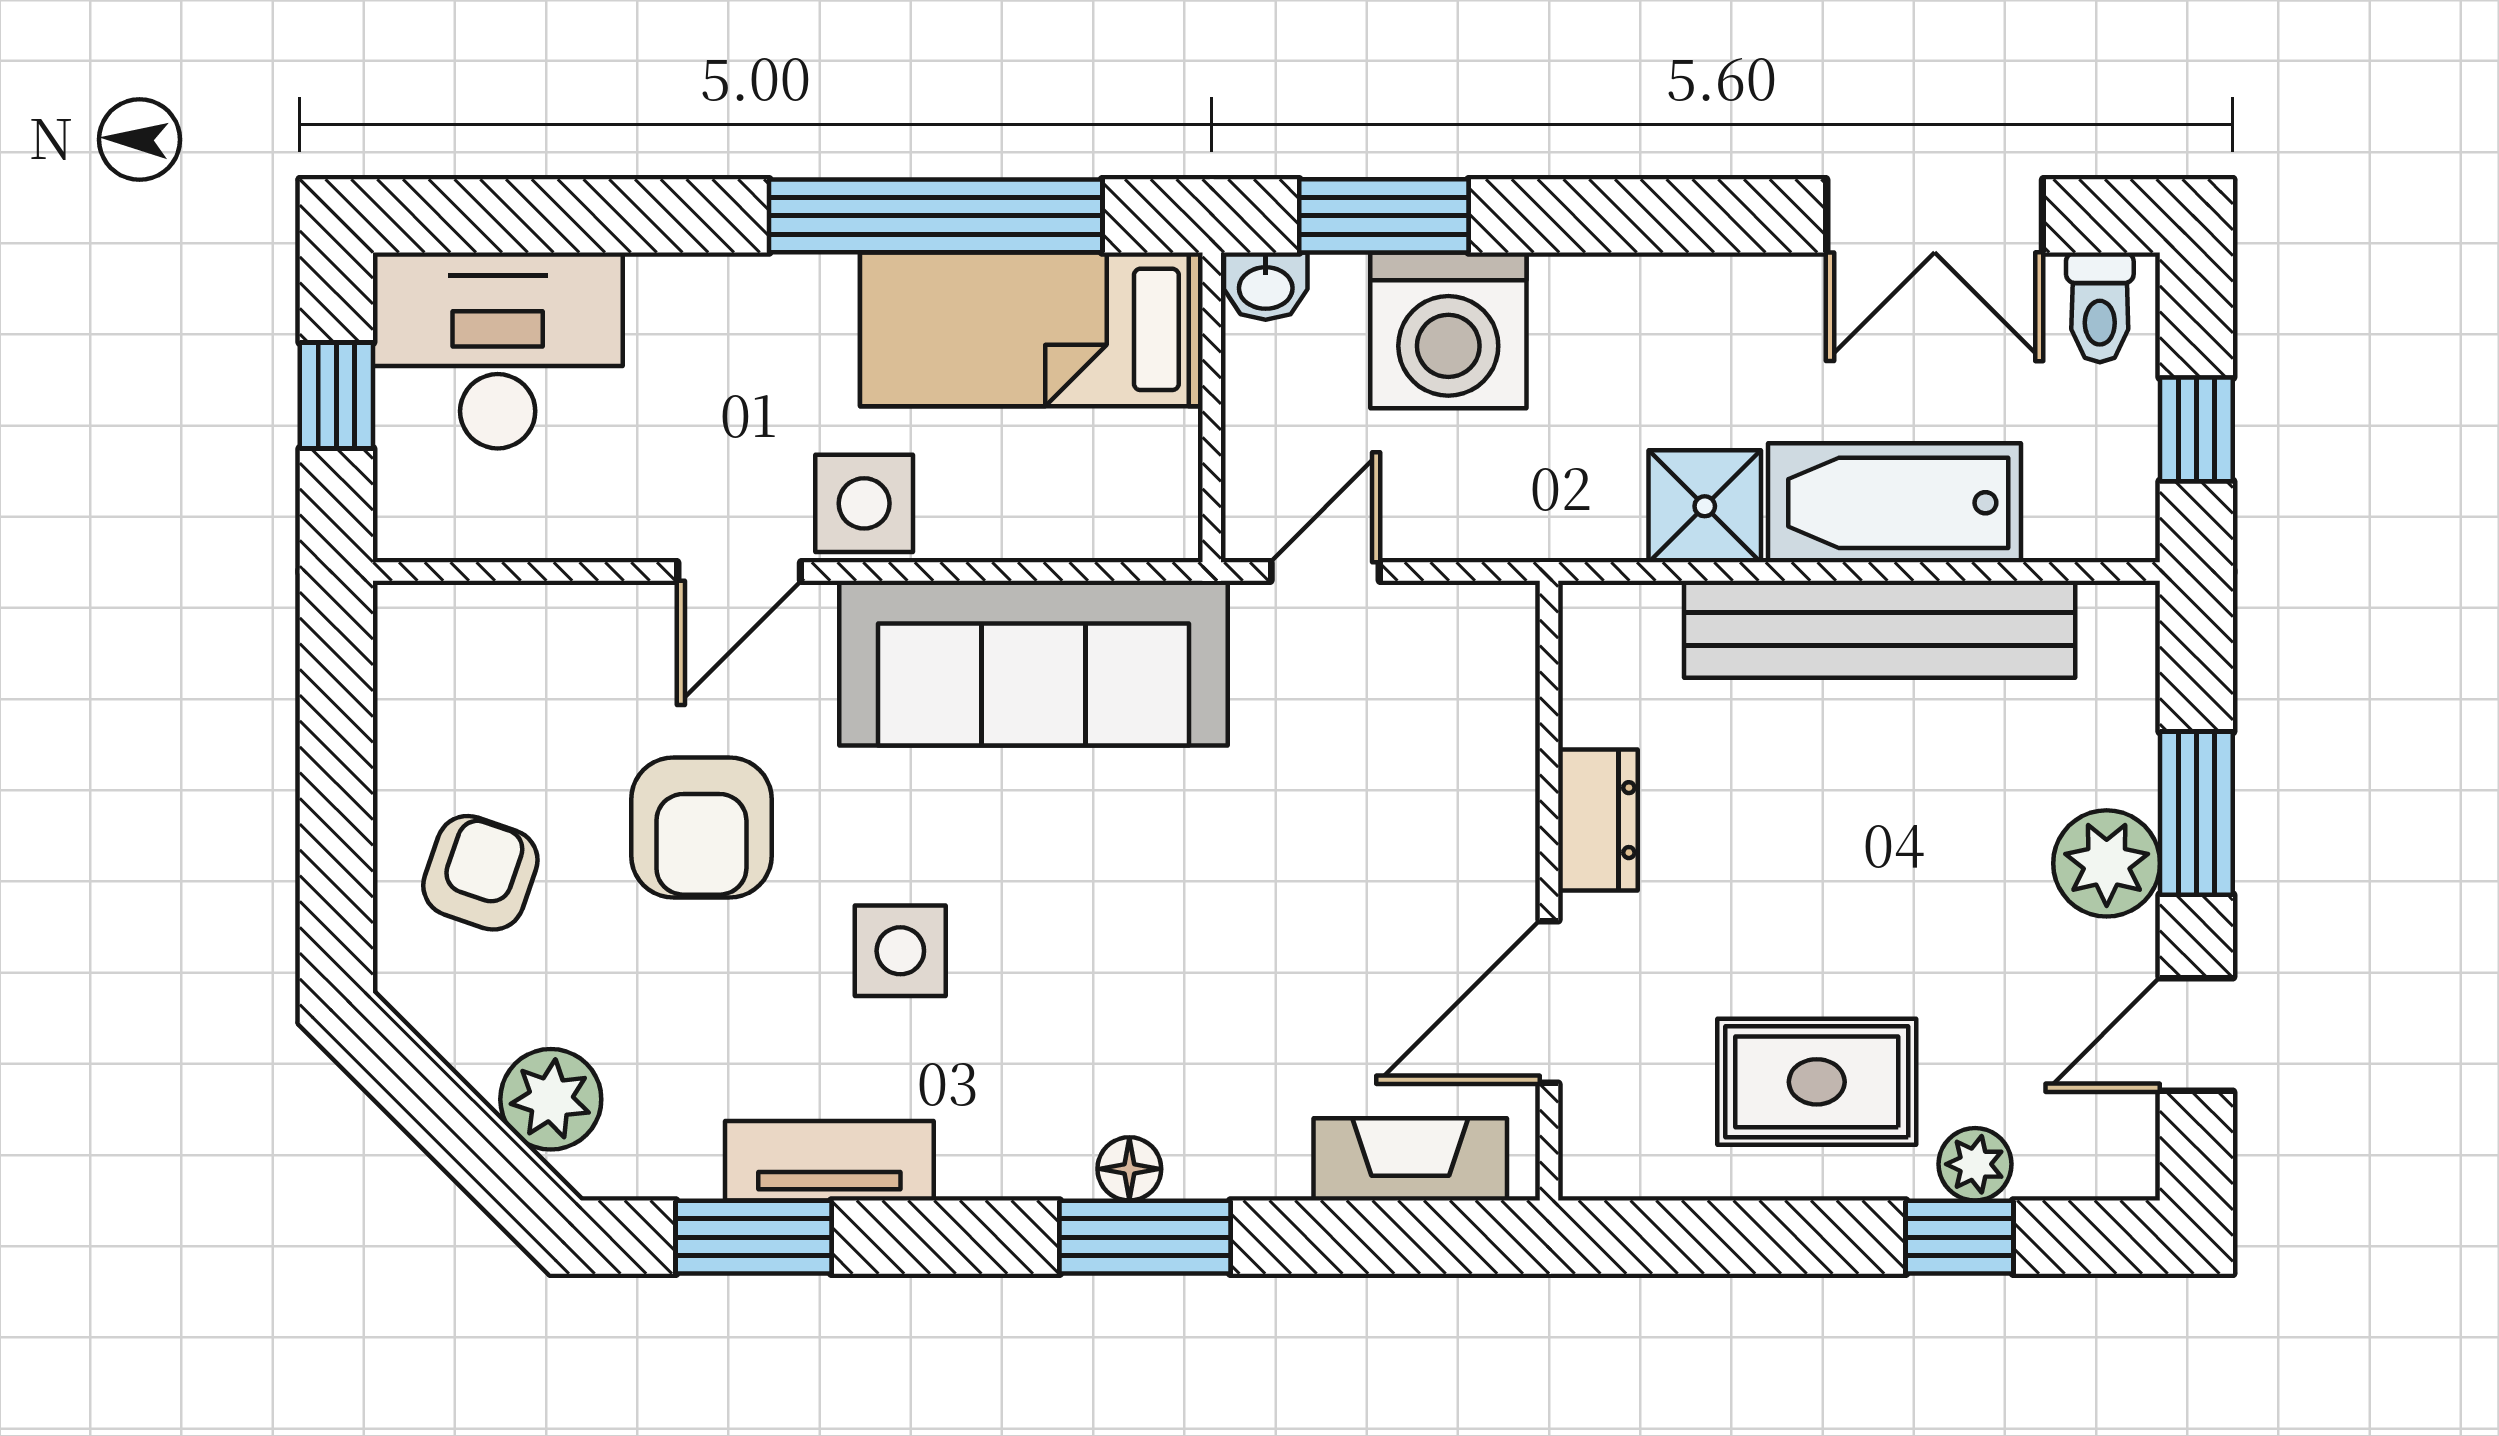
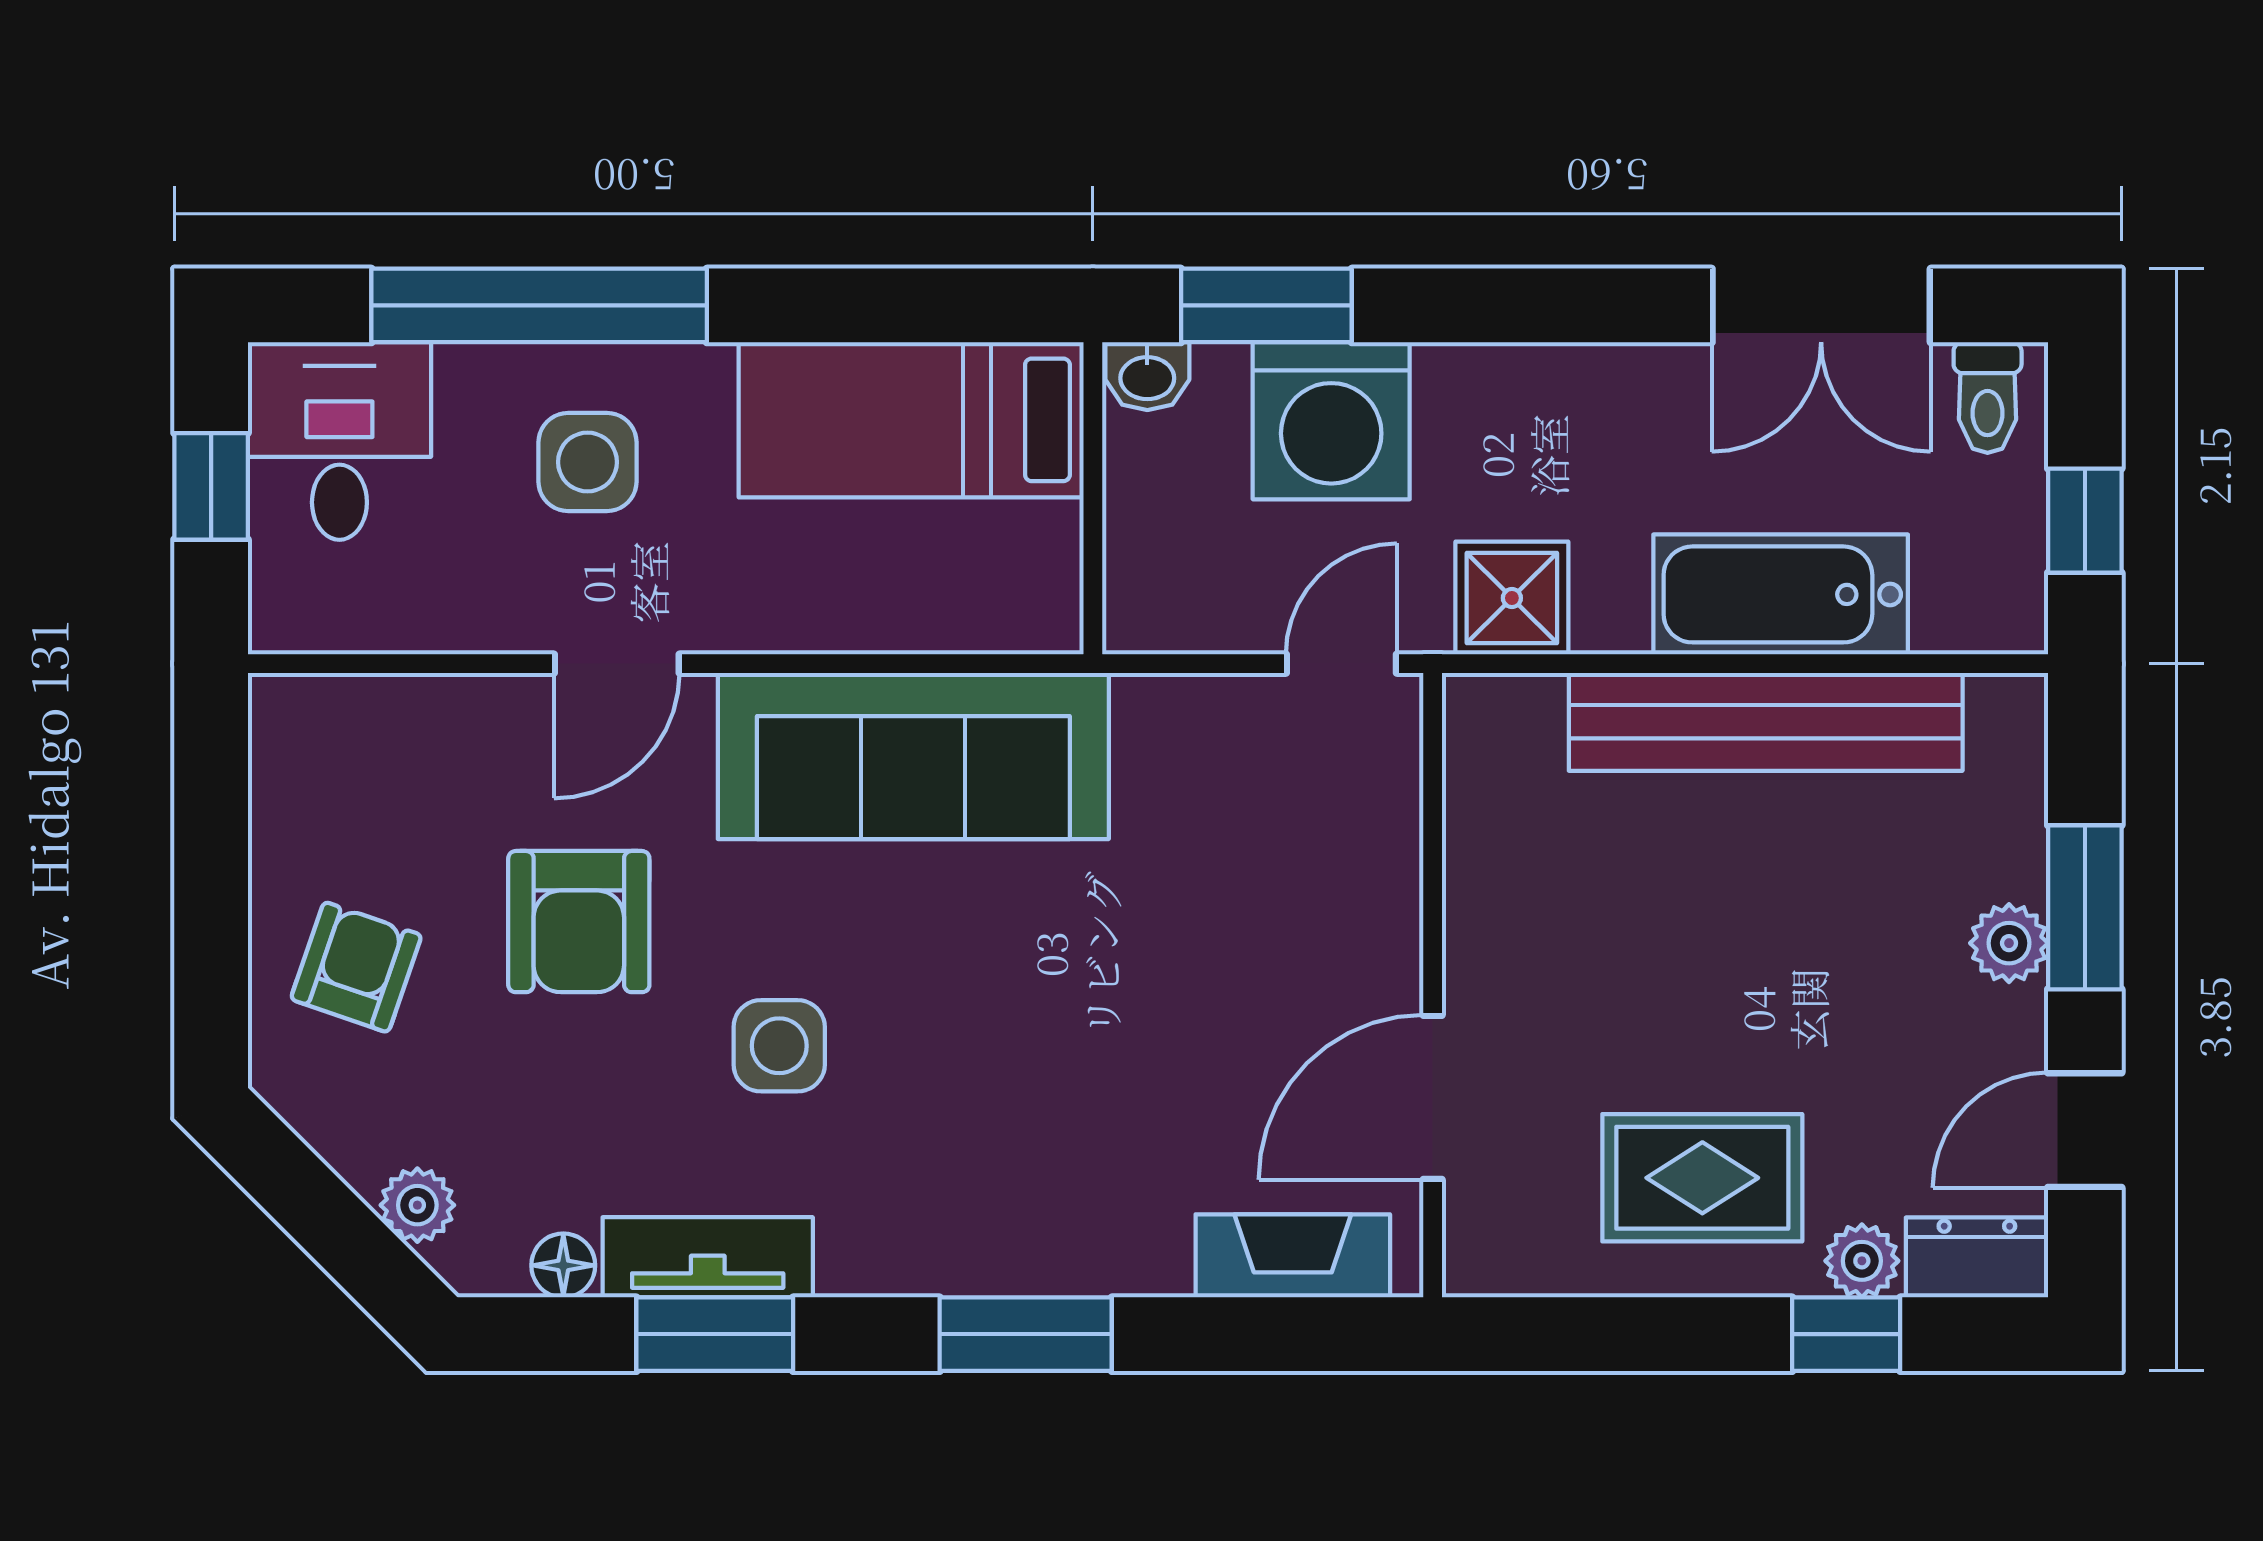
window: (936, 216) -> (539, 305), moved
desk: (498, 350) -> (339, 441), width x0.73
side table: (864, 503) -> (588, 462), moved
shower: (1705, 506) -> (1512, 598), moved
door: (1325, 571) -> (1341, 664), moved
dresser: (1598, 820) -> (1977, 1257), moved, turned -90
plant: (2107, 863) -> (2009, 943), width x0.73, depth x0.73
plant: (551, 1099) -> (417, 1205), width x0.73, depth x0.73
floor lamp: (1129, 1169) -> (563, 1265), moved
window: (754, 1237) -> (715, 1334), moved

